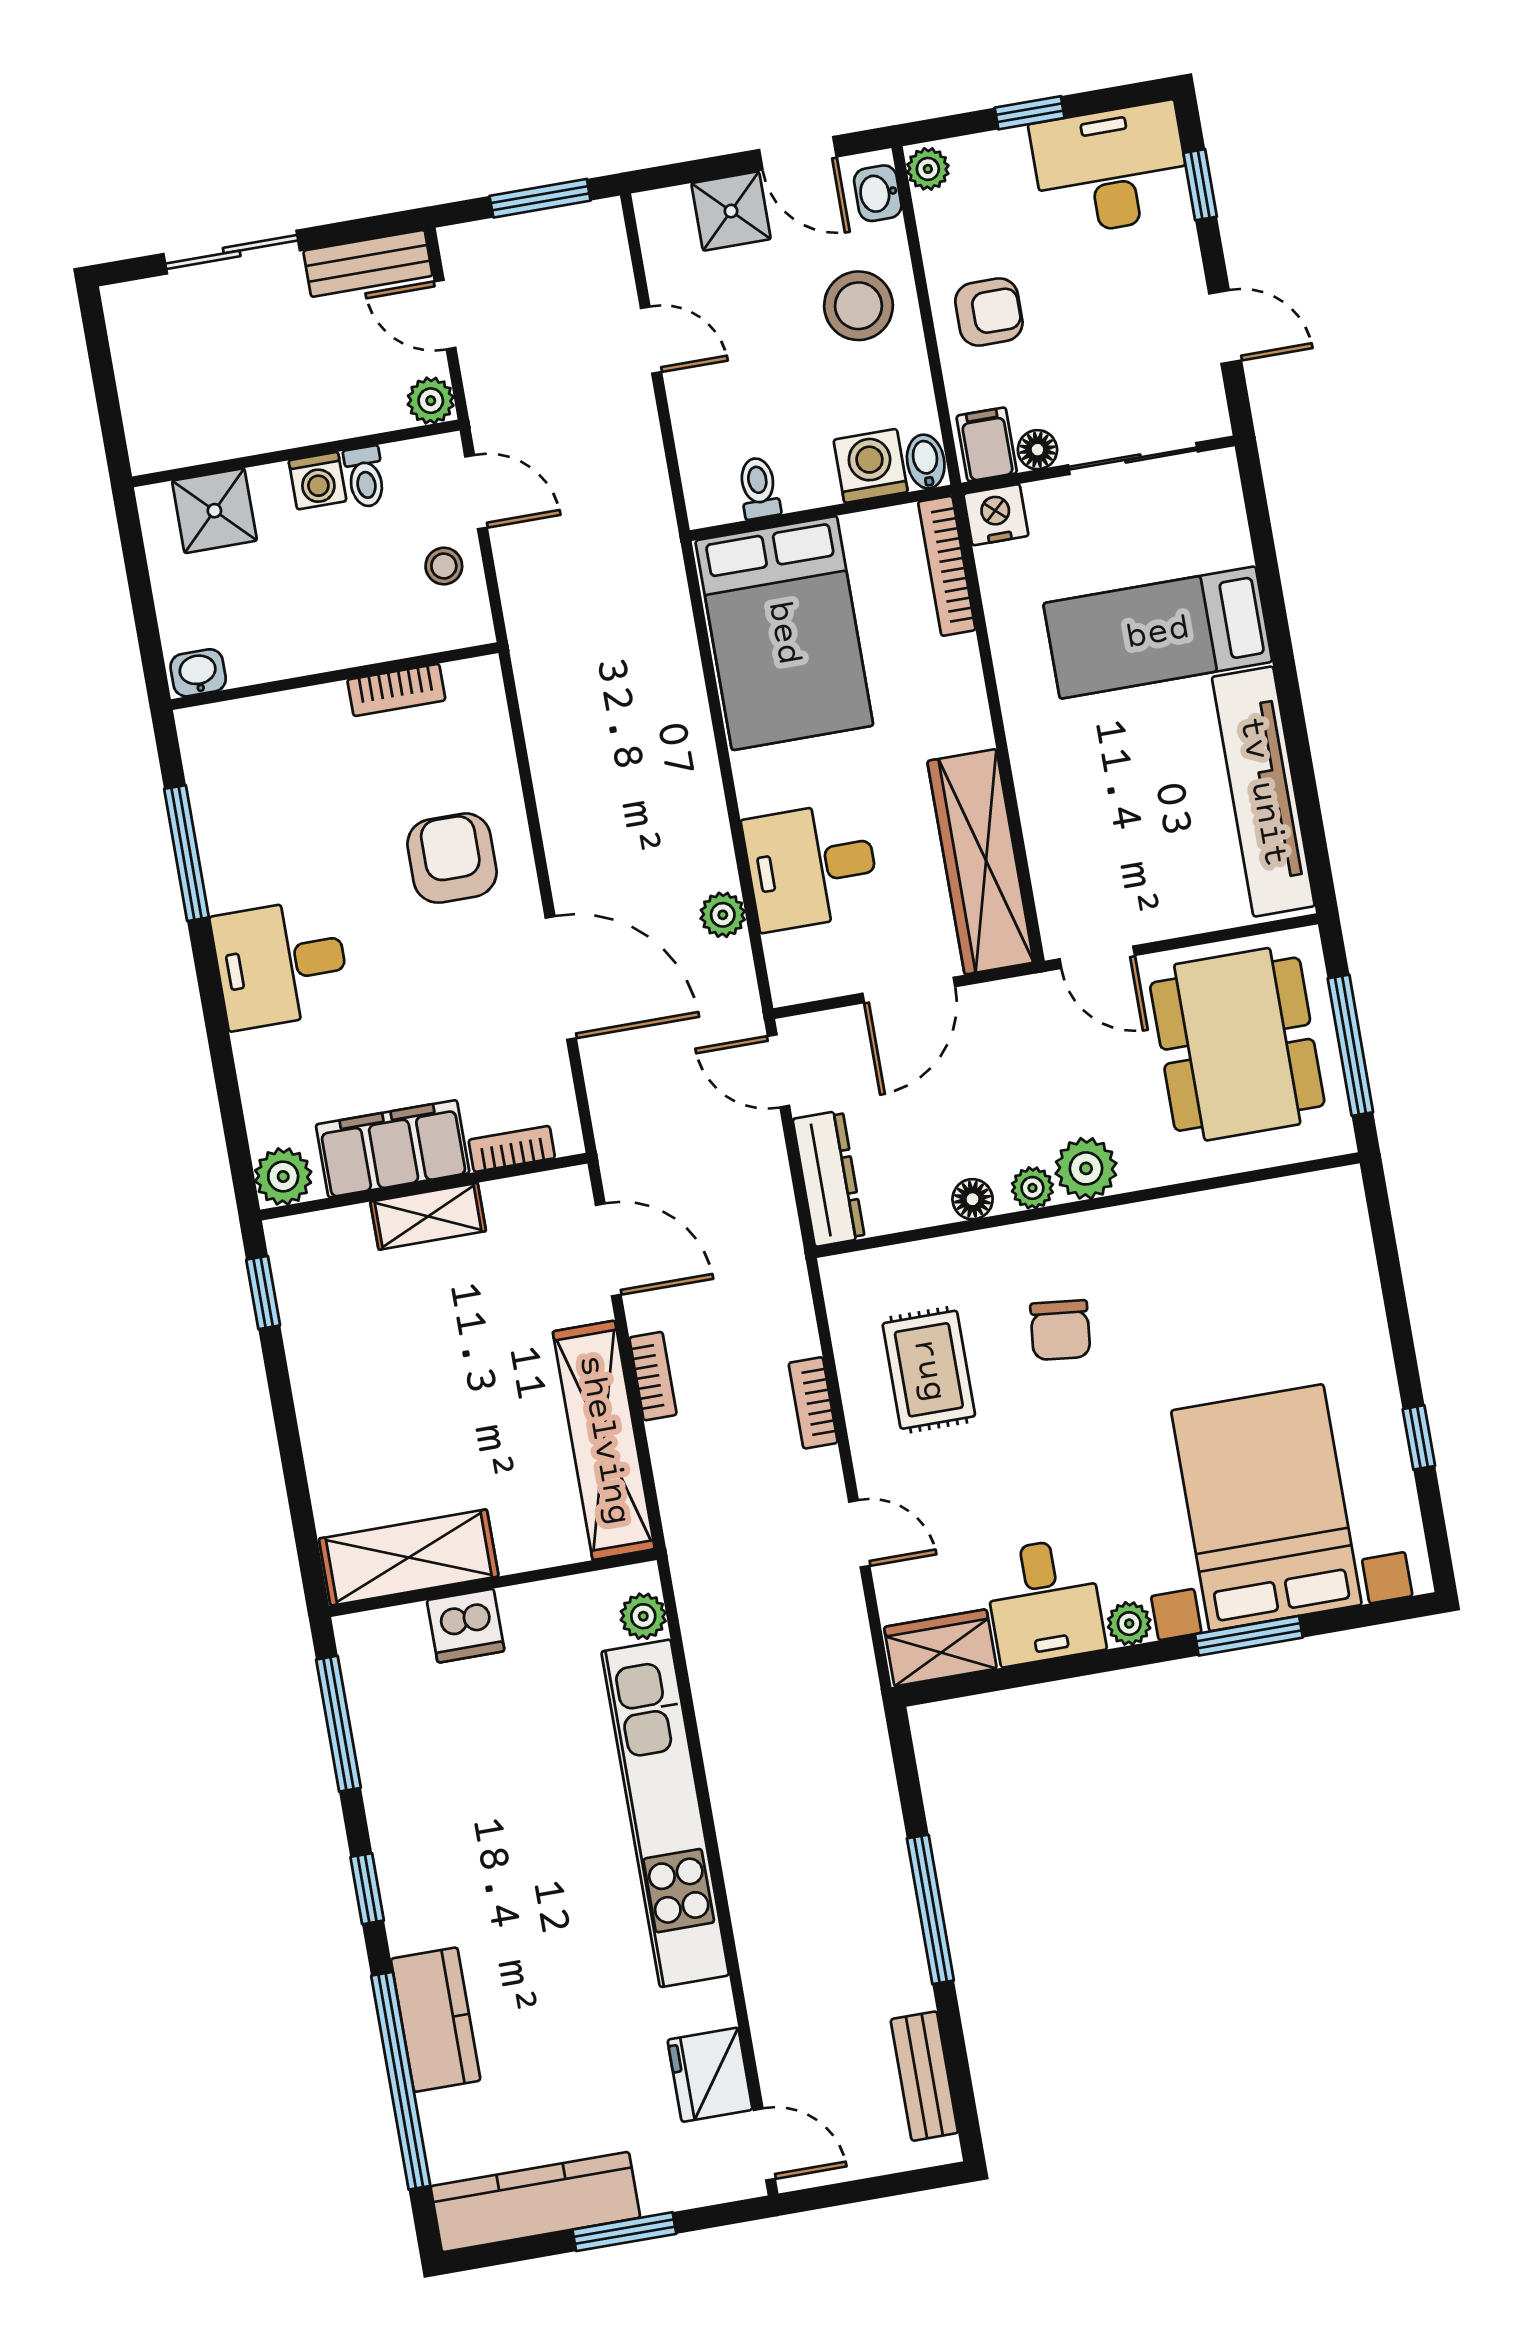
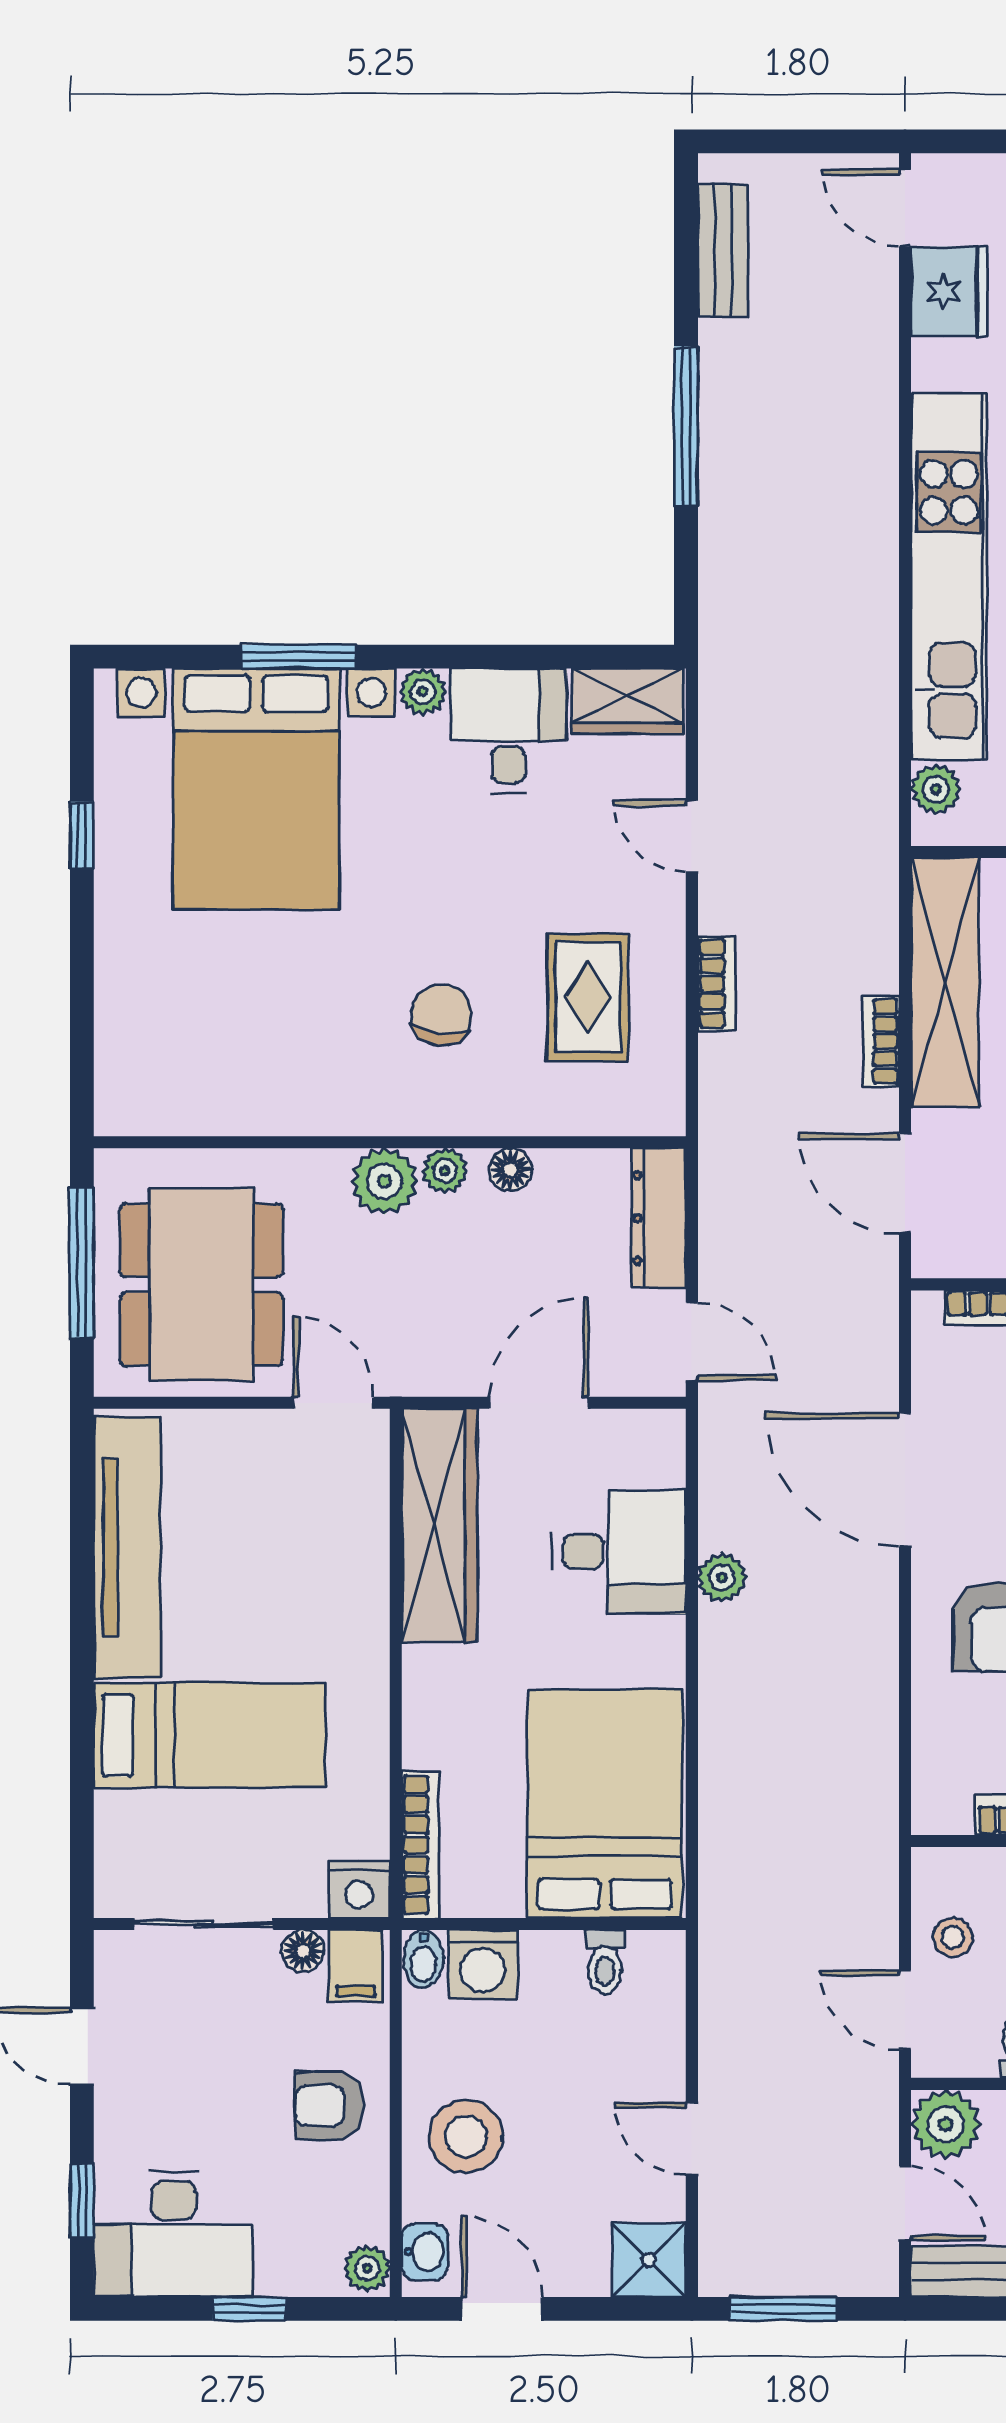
shower: (731, 211) -> (649, 2260), moved
plant: (431, 401) -> (945, 2124), width x1.38, depth x1.38
plant: (723, 915) -> (722, 1578), moved

